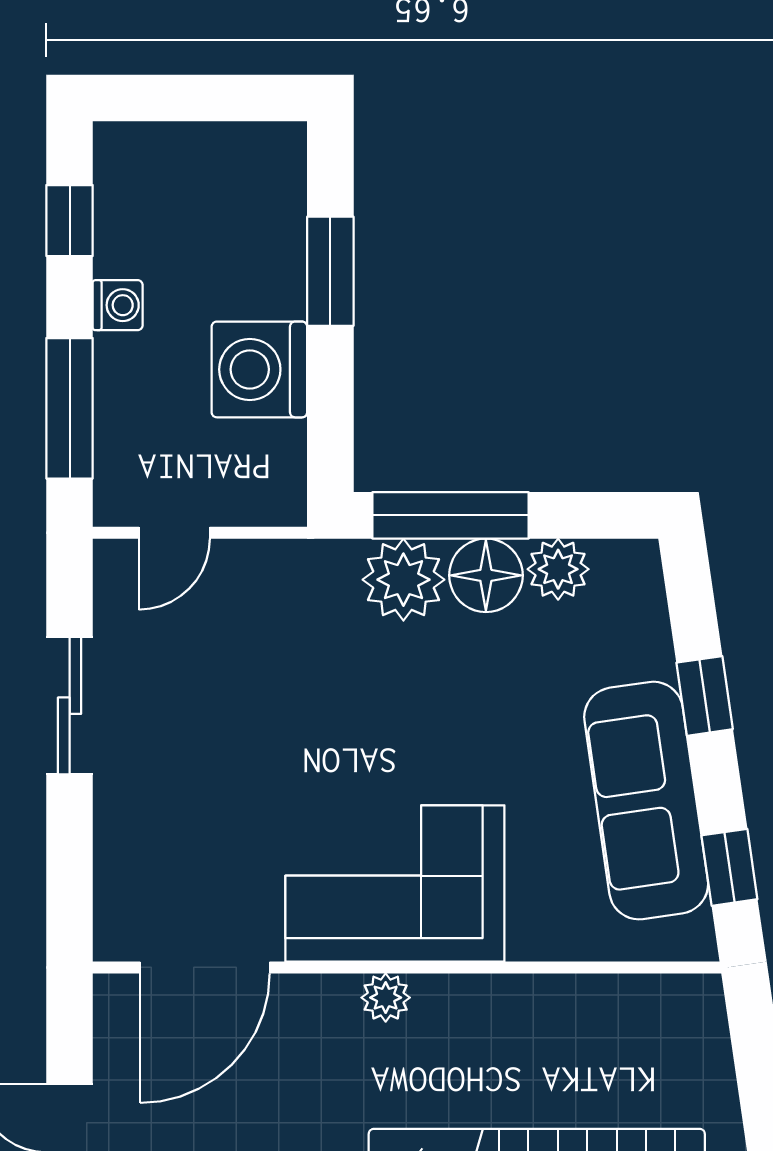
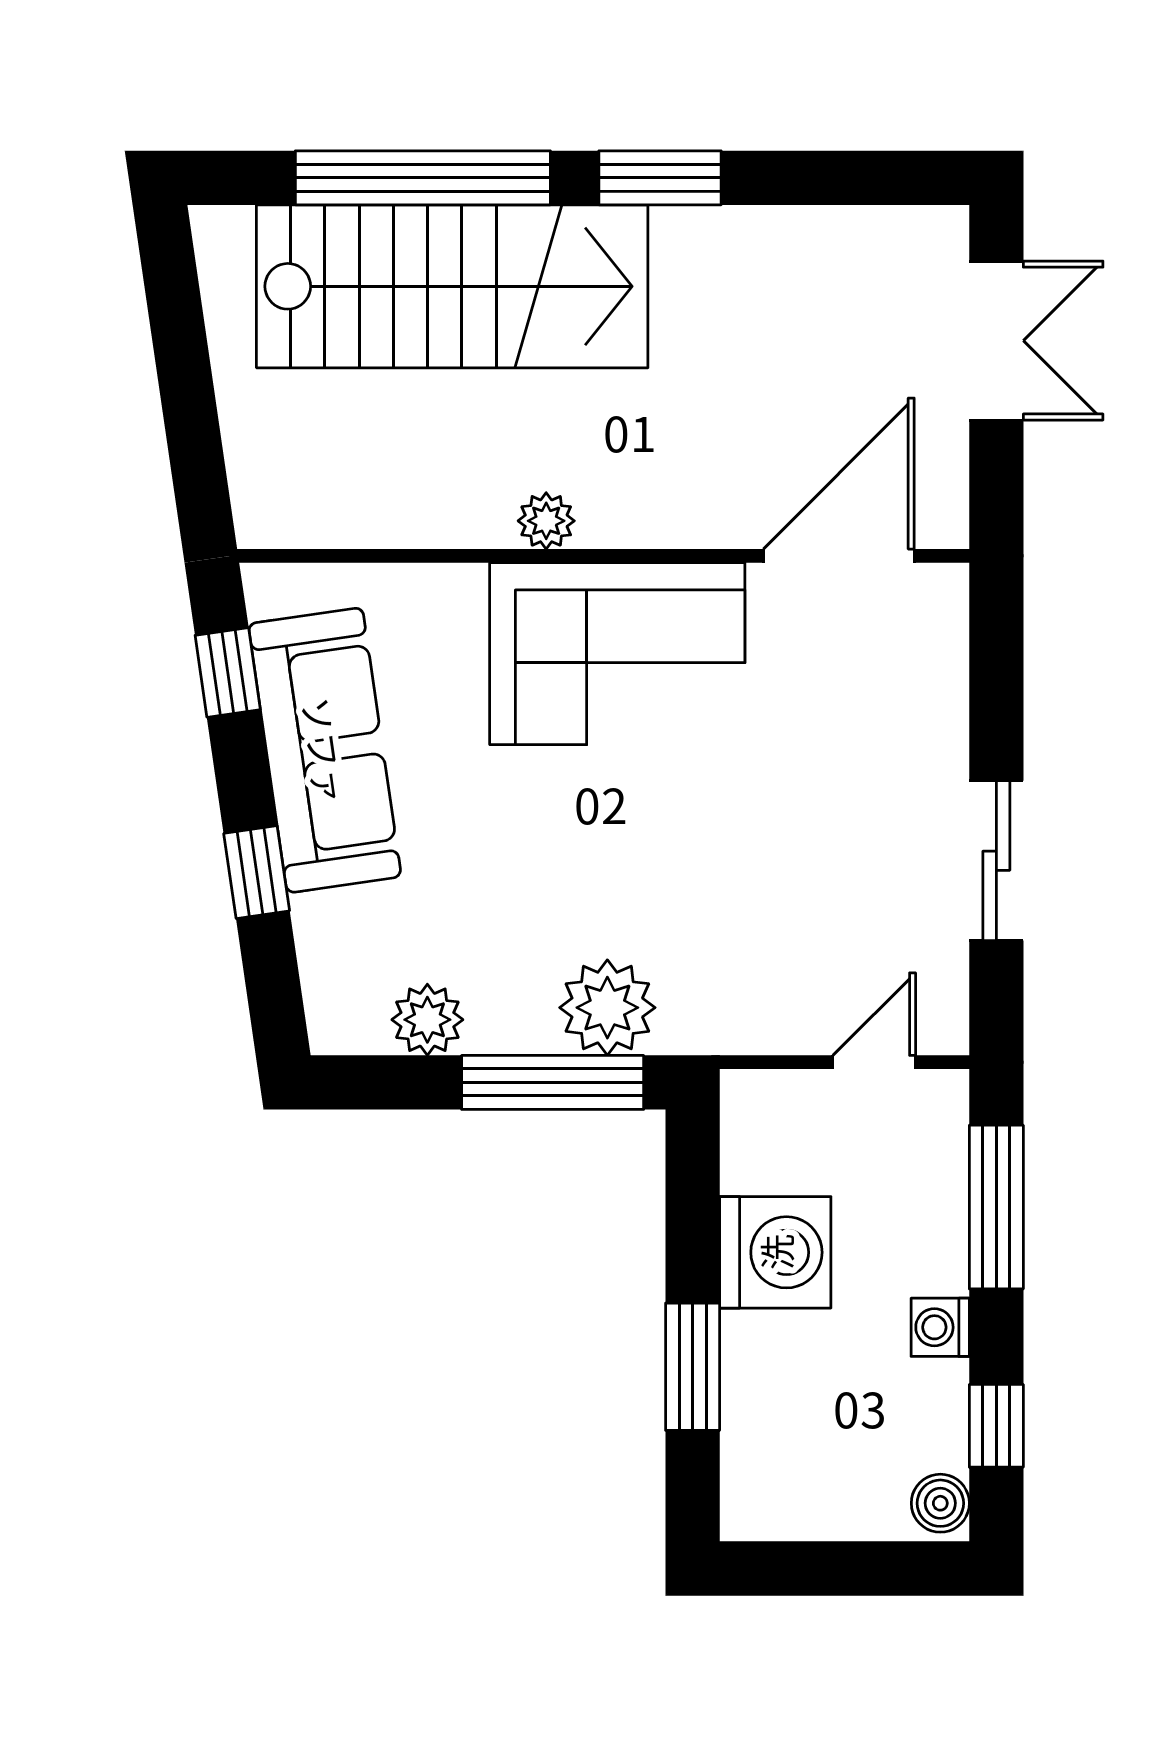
boiler: (118, 154) -> (940, 1503), added
floor lamp: (486, 575) -> (511, 1013), removed
plant: (386, 998) -> (546, 521), moved

